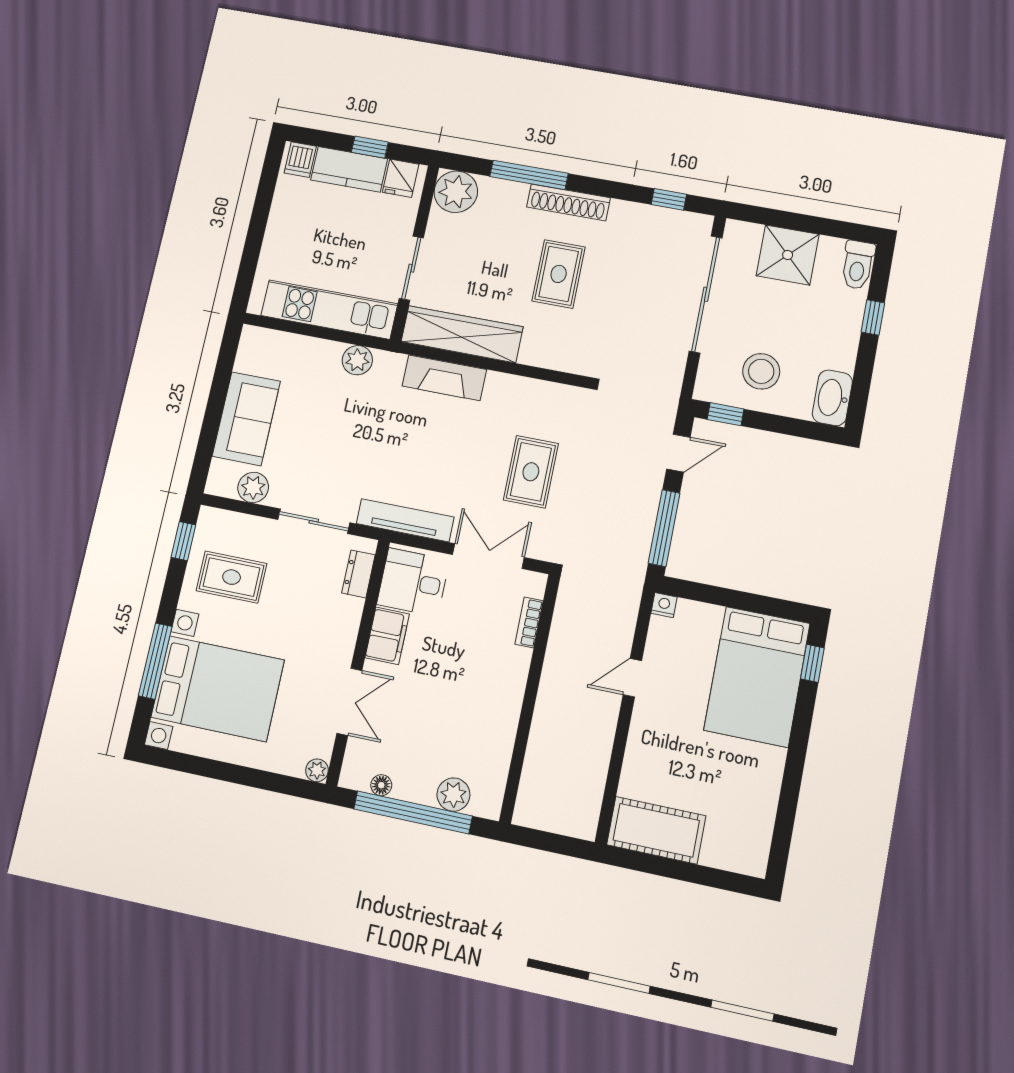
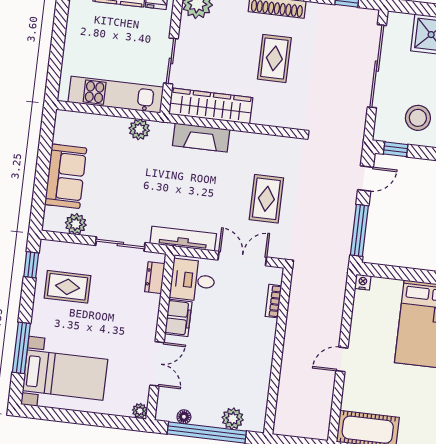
door: (632, 678) -> (342, 359), moved
bed with nightstands: (218, 689) -> (65, 375), width x0.73

